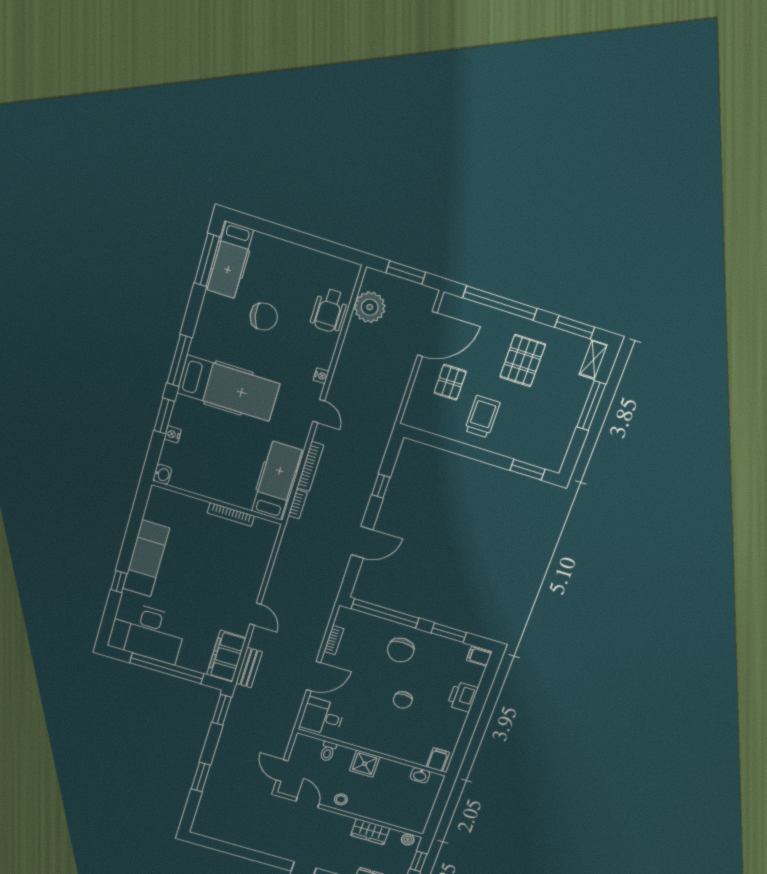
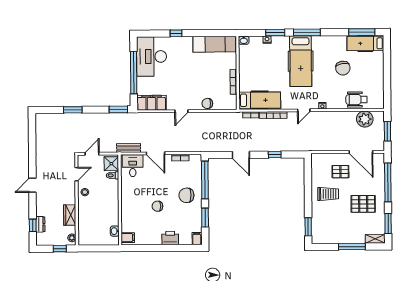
exam couch: (146, 558) -> (214, 44), moved
chair: (255, 569) -> (207, 103), added
bench: (249, 668) -> (129, 148), moved
shower: (365, 764) -> (111, 164), moved

